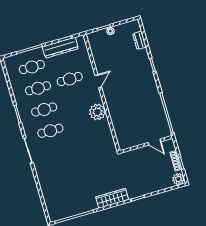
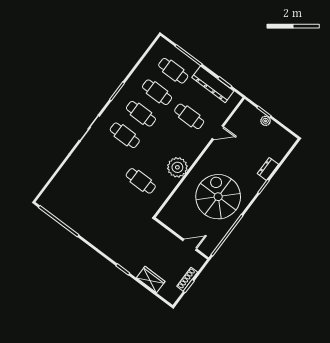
dresser: (139, 40) -> (268, 169), moved
door: (98, 81) -> (218, 132), moved
spiral stairs: (137, 100) -> (218, 197), added
door: (154, 142) -> (190, 245), swing flipped
cafe table: (88, 143) -> (141, 181), added
plant: (178, 179) -> (171, 295), removed
wardrobe: (112, 198) -> (151, 280), moved, width x0.67

